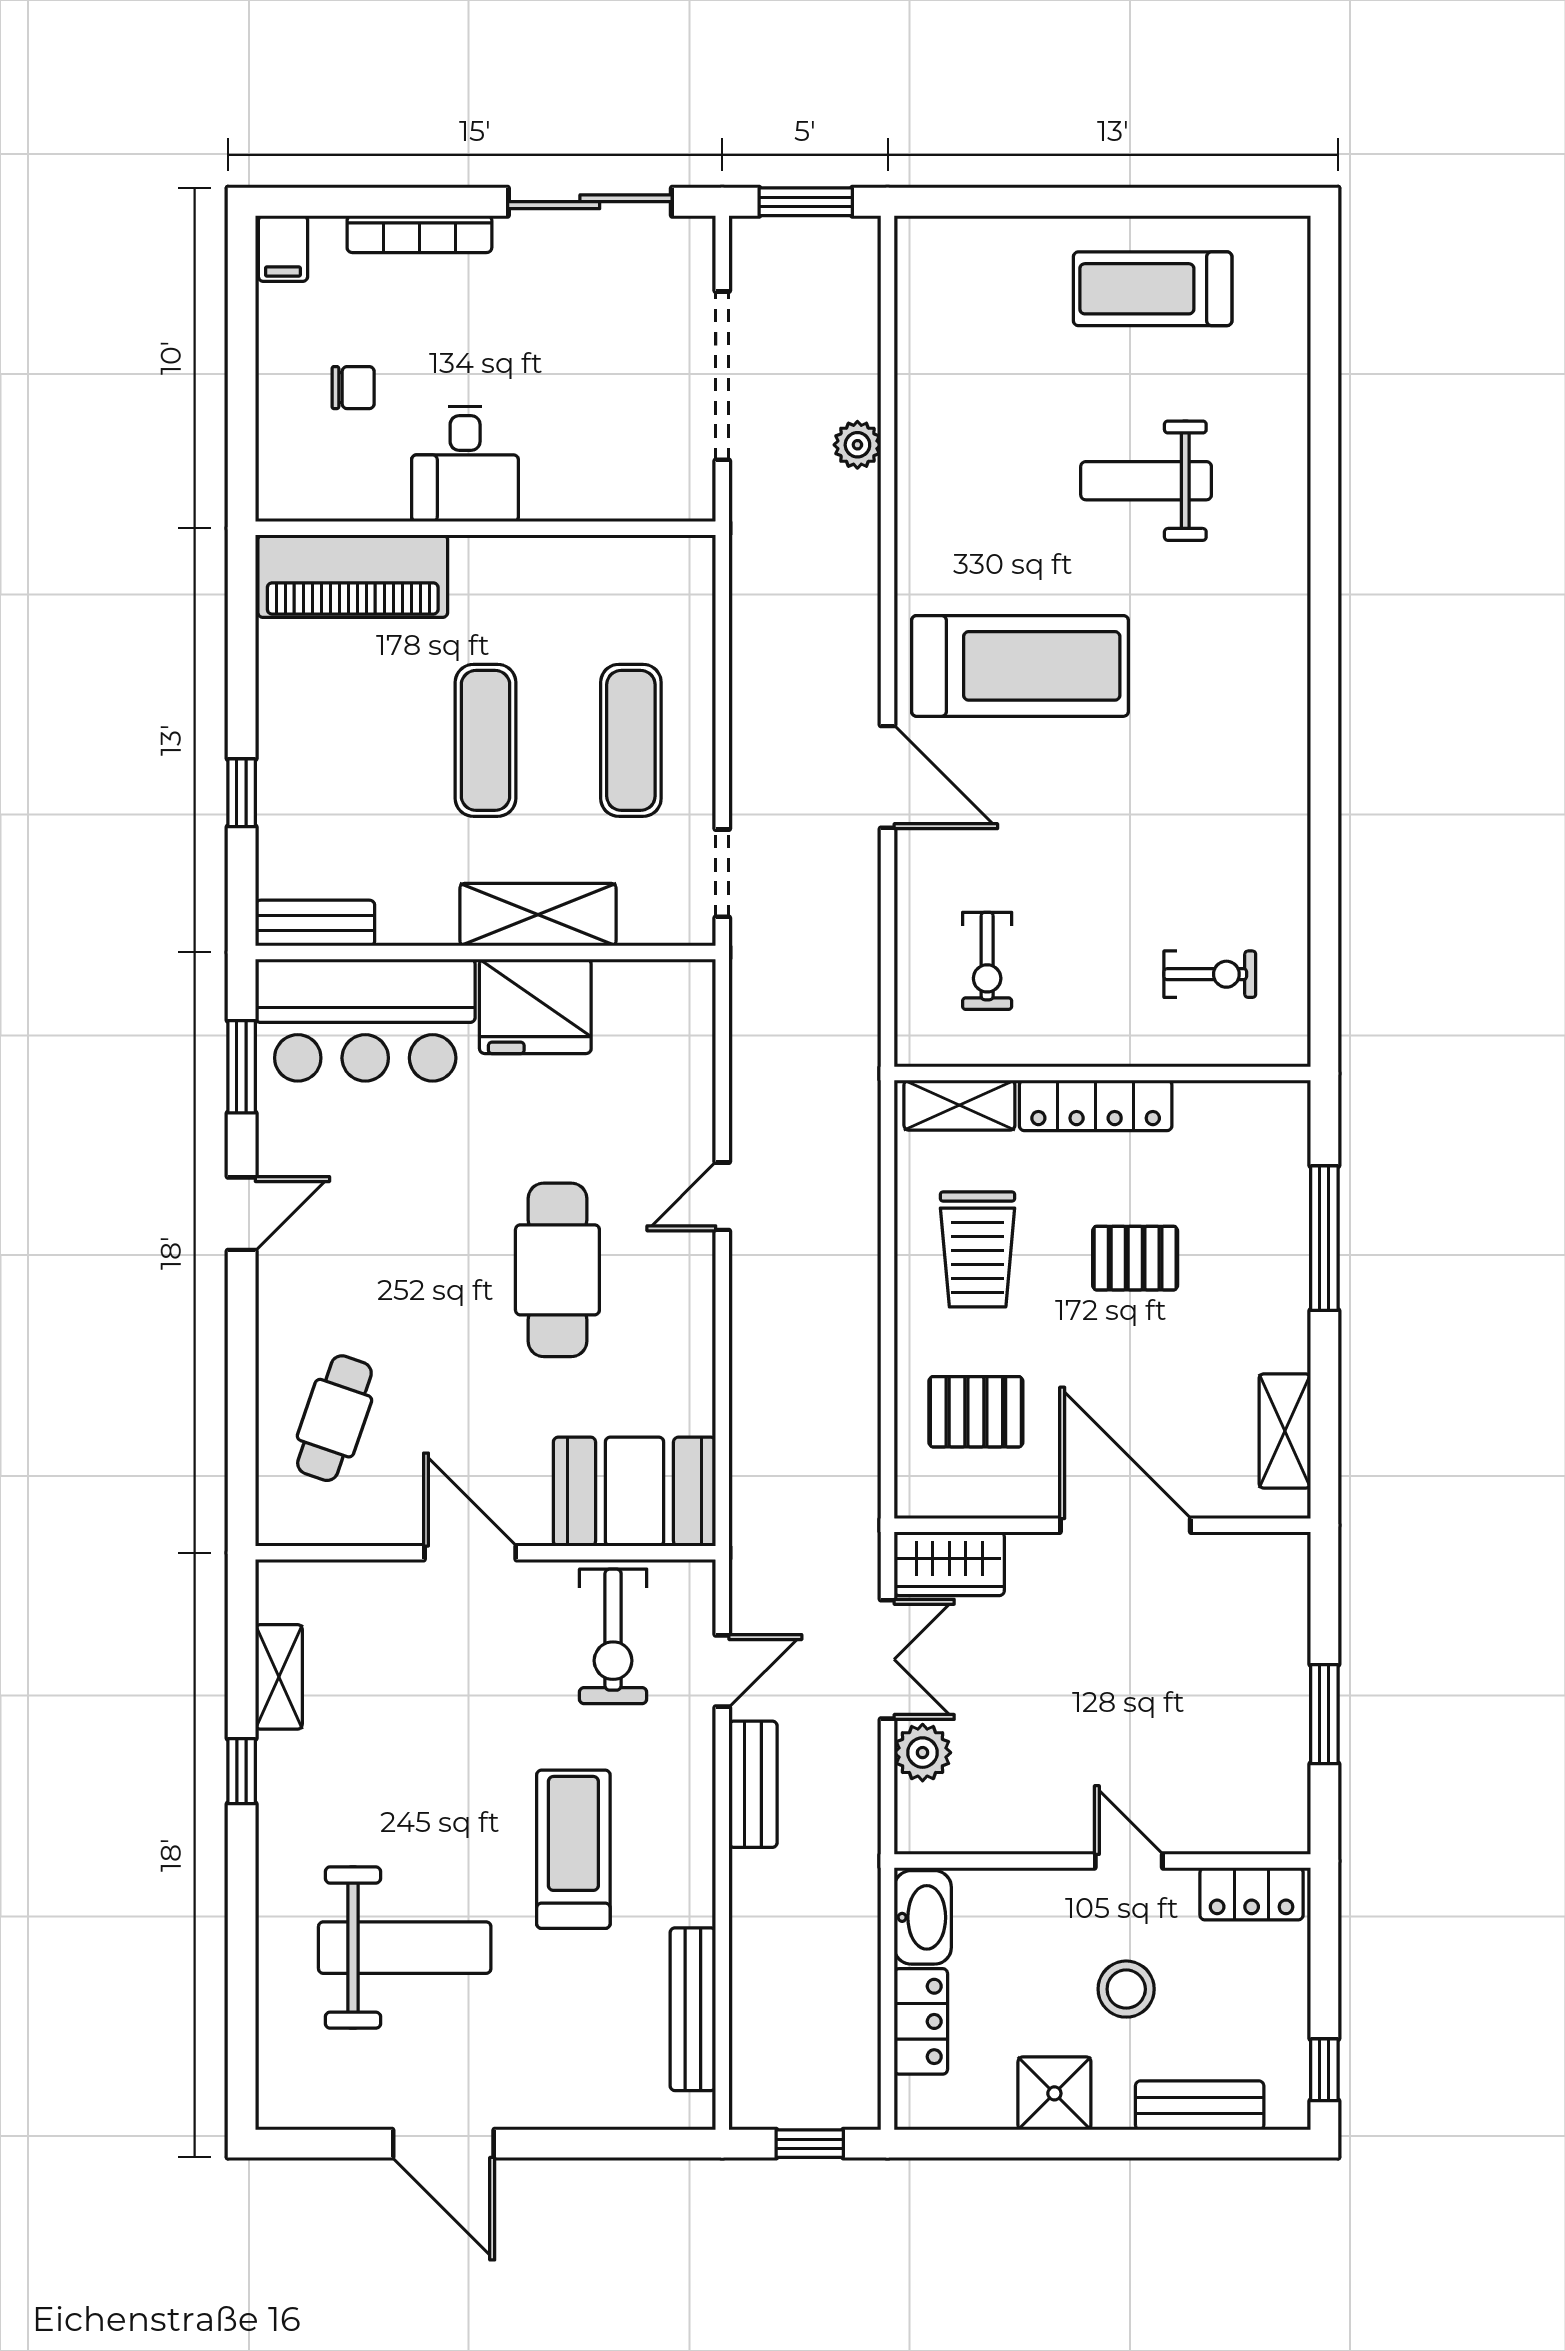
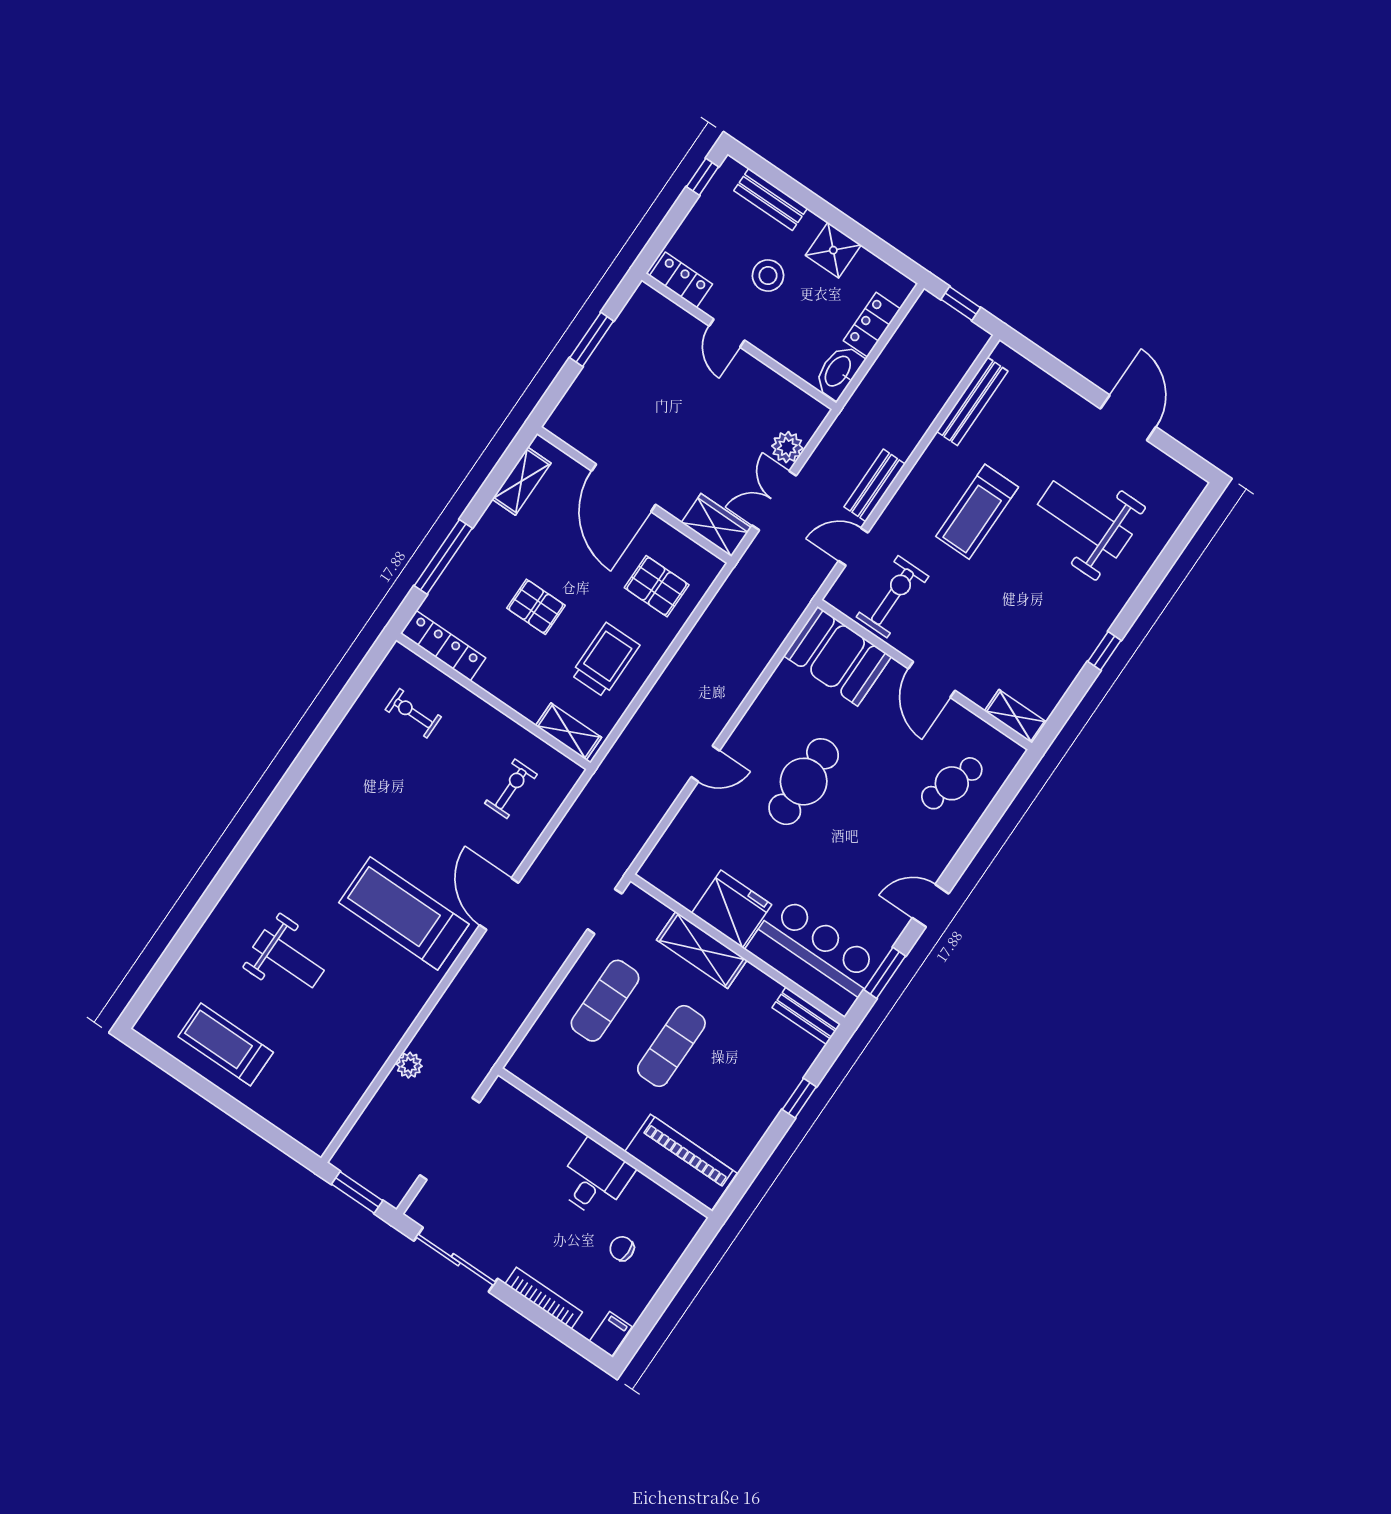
treadmill: (1153, 289) -> (226, 1044), turned 180
locker: (1096, 1105) -> (443, 646), moved
shelving: (279, 1677) -> (1015, 716), moved, turned 90

